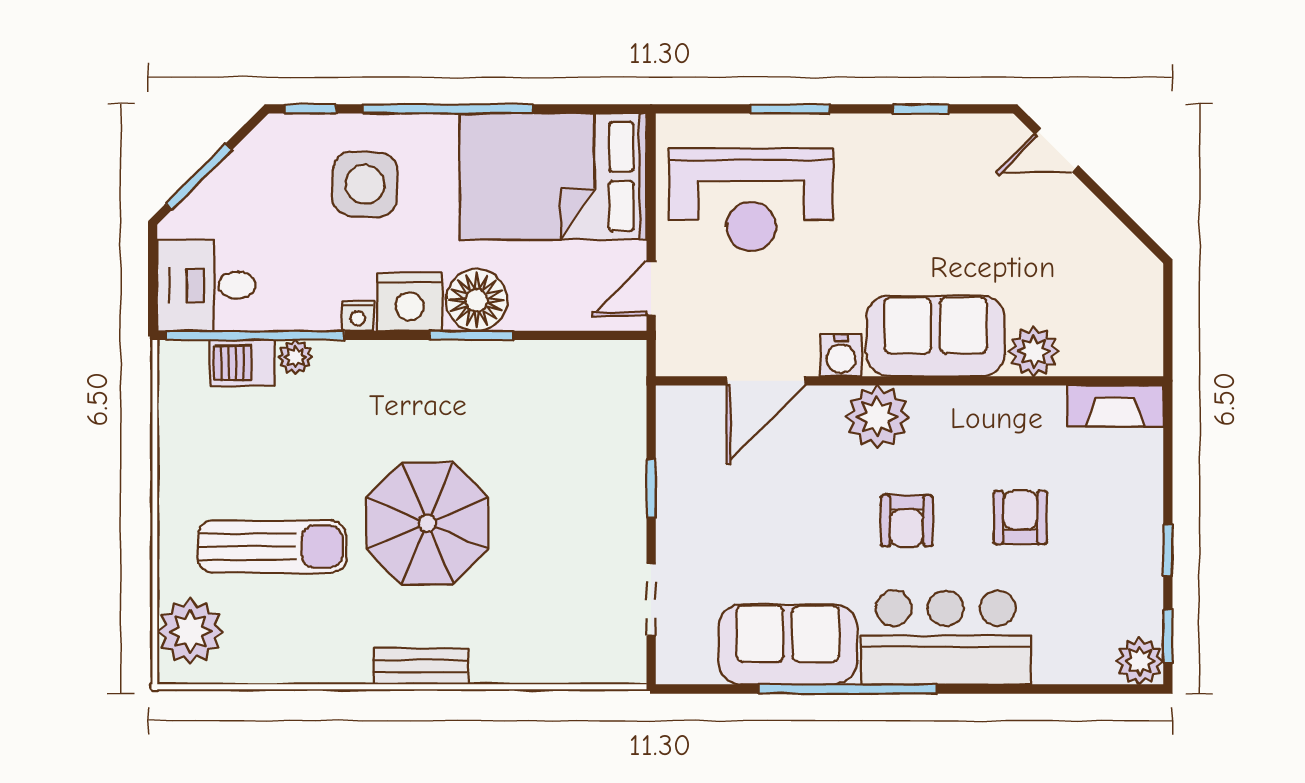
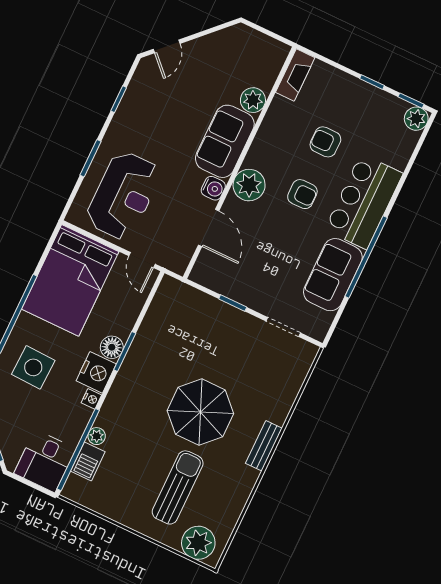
floor lamp: (477, 300) -> (112, 347), width x0.73, depth x0.73

